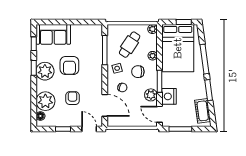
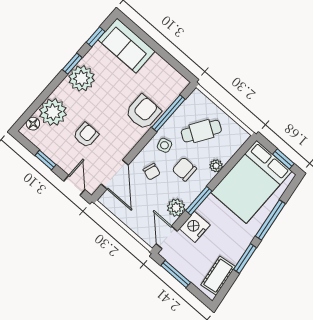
plant: (152, 29) -> (242, 136), removed
armchair: (69, 66) -> (143, 112), moved, turned 180

